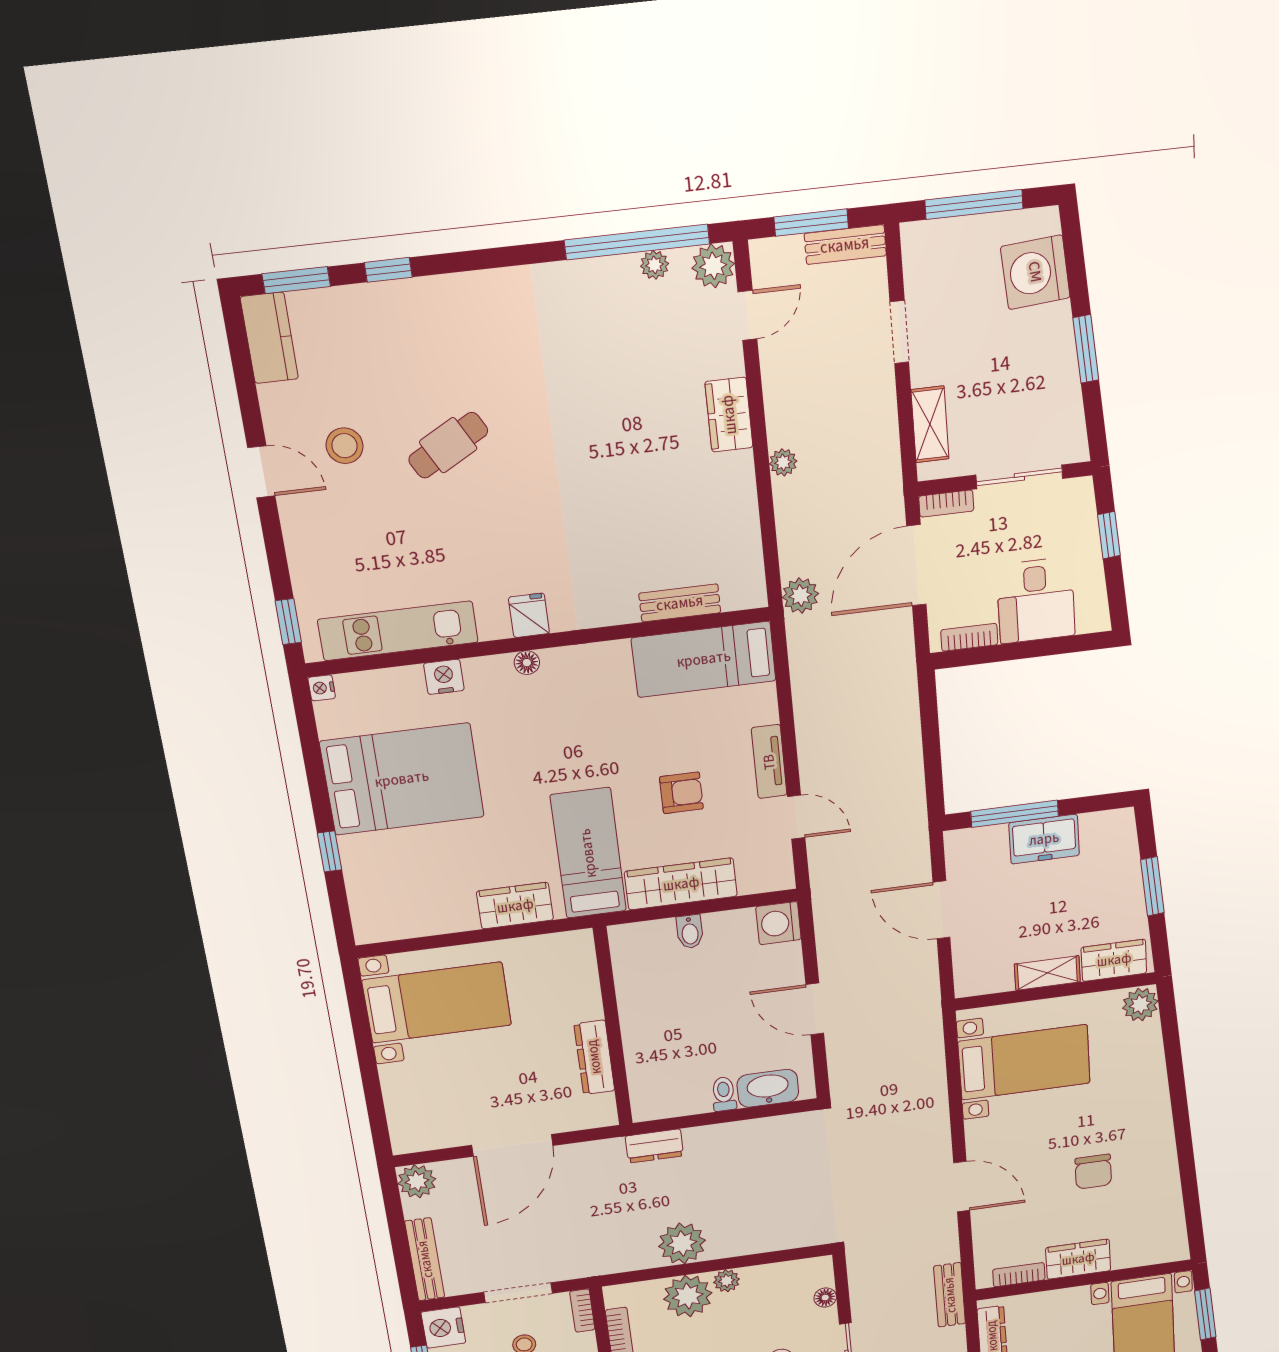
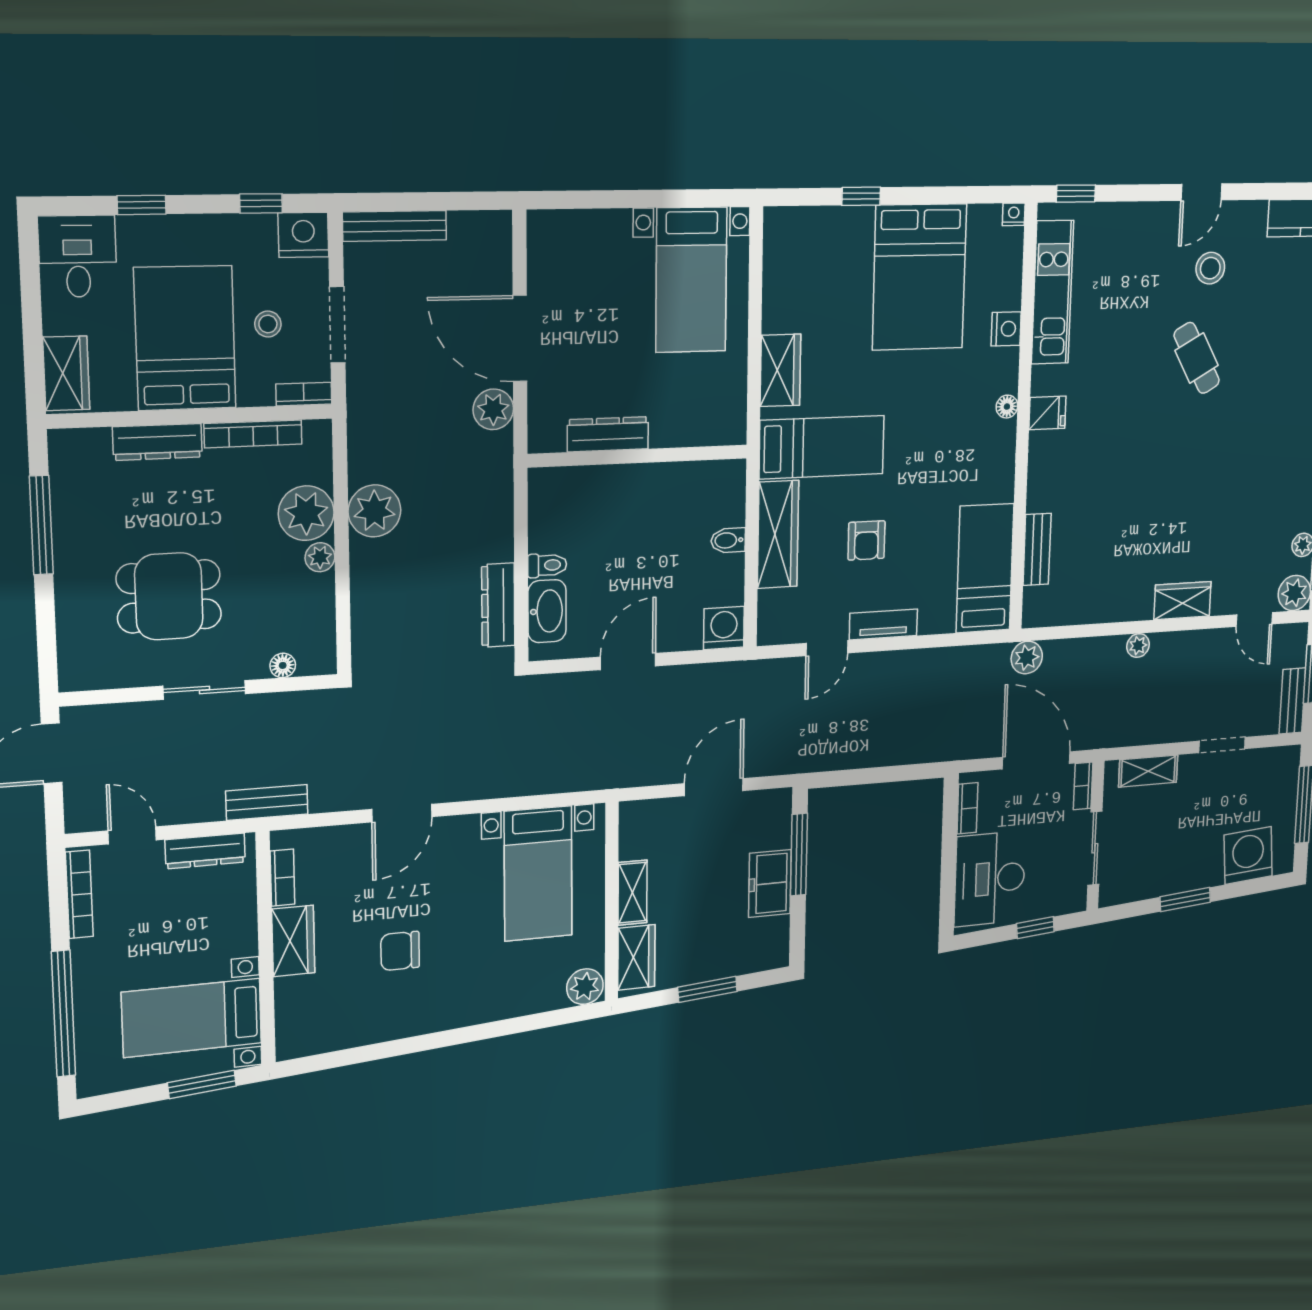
desk: (1036, 600) -> (990, 879), width x1.37
dresser: (654, 1146) -> (498, 605), moved, width x1.44
plant: (417, 1181) -> (493, 409), moved

